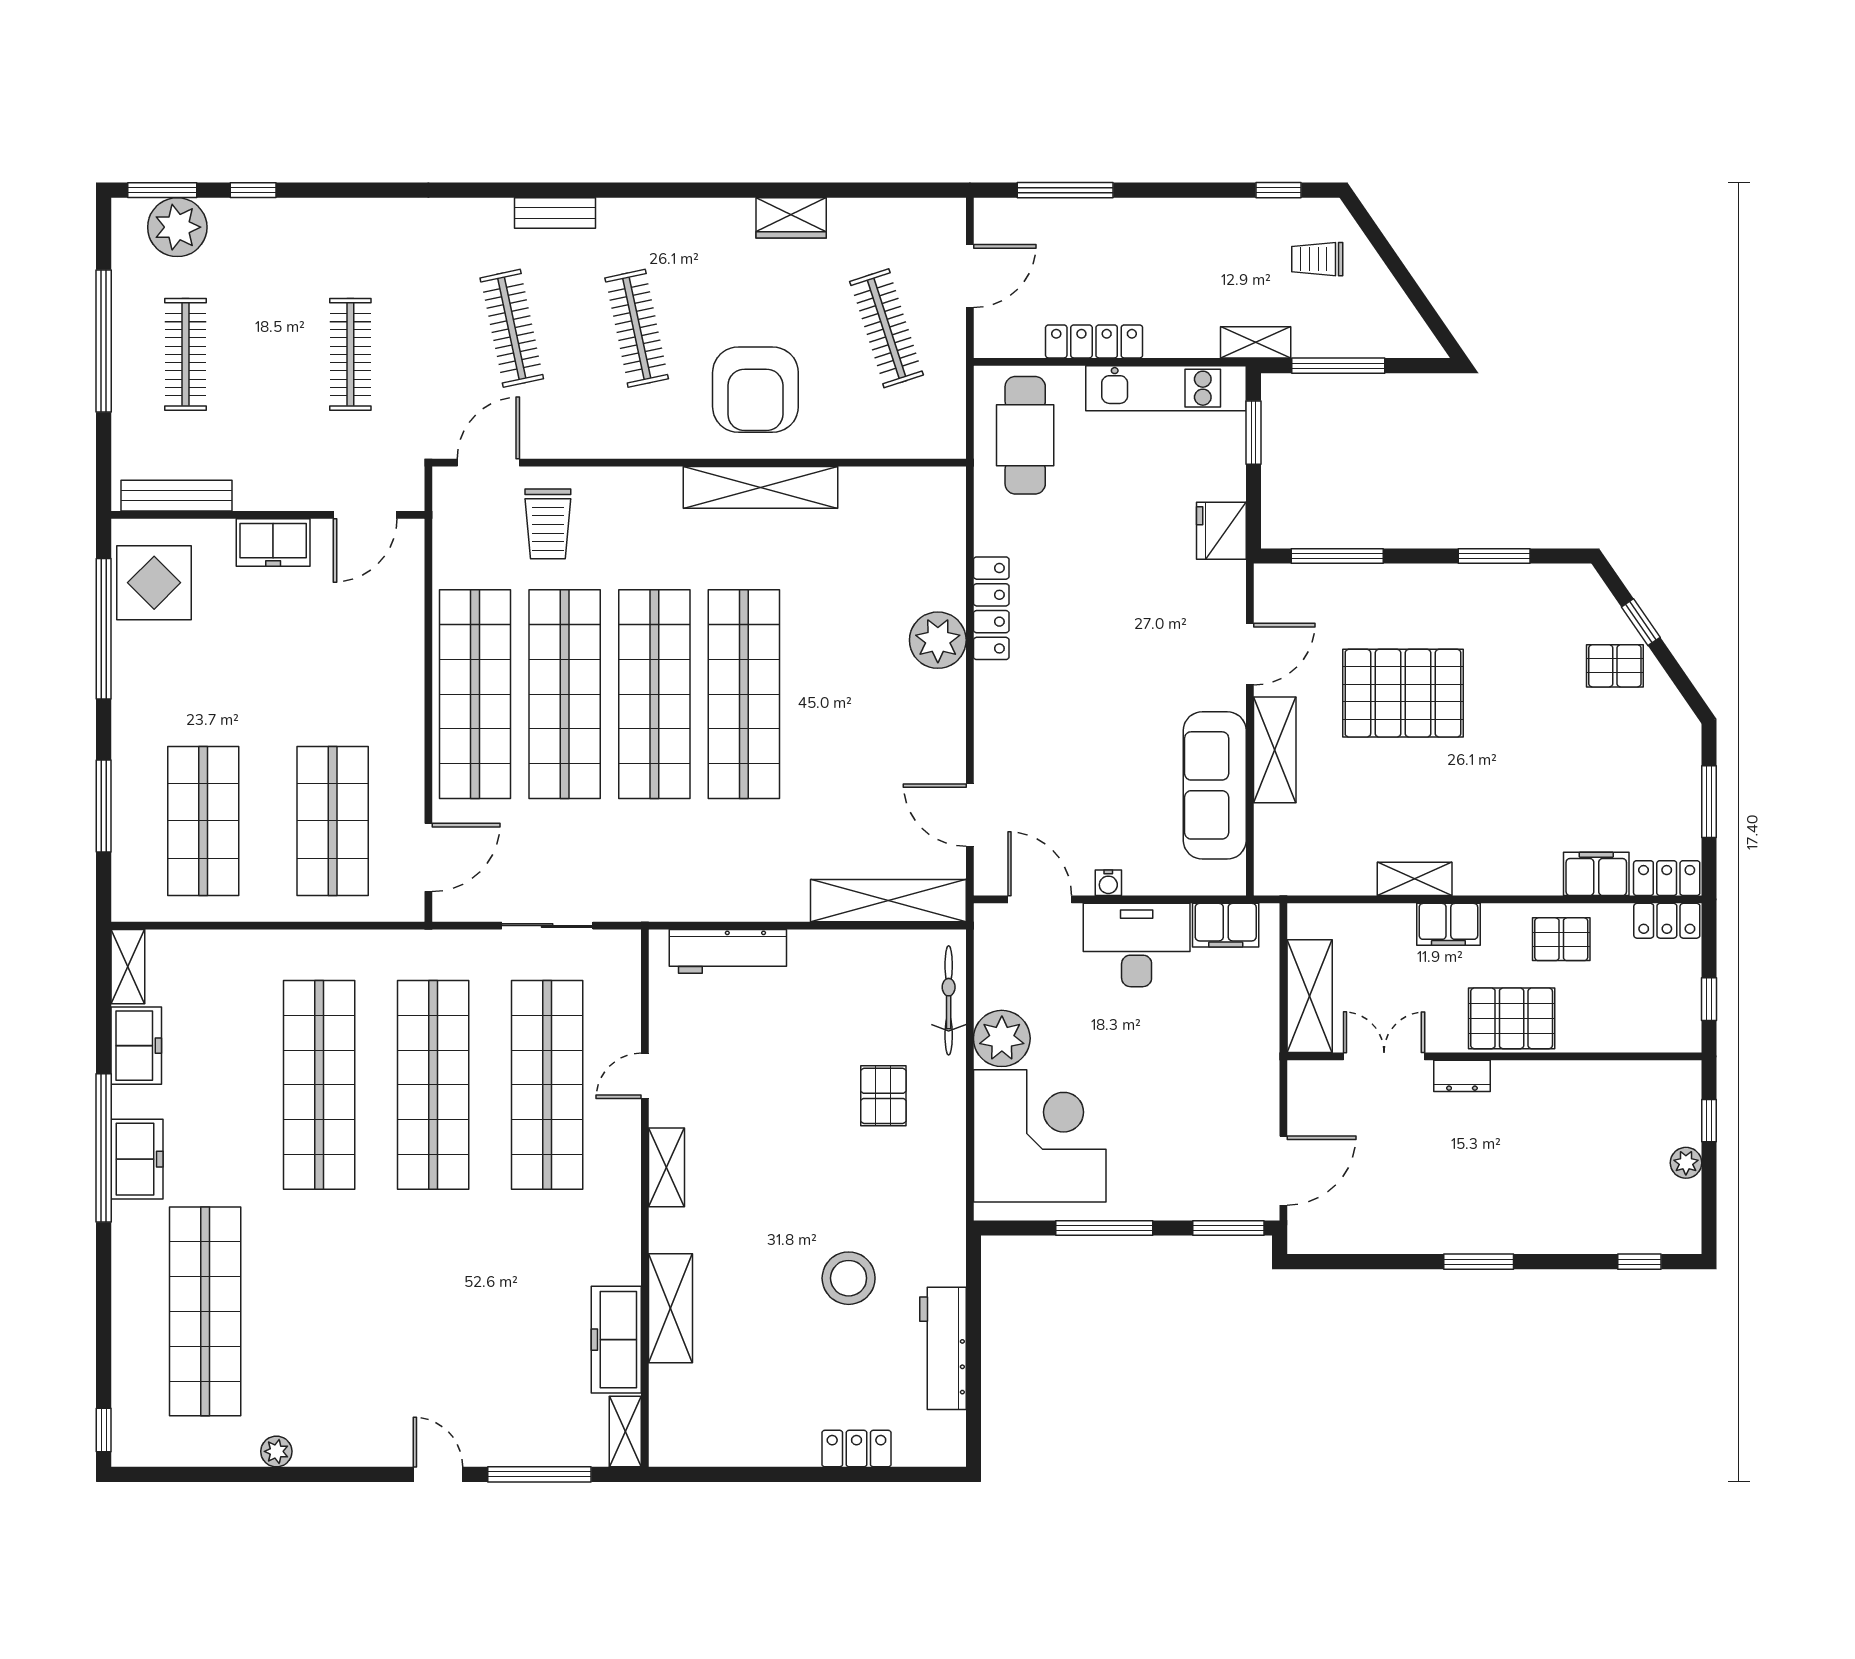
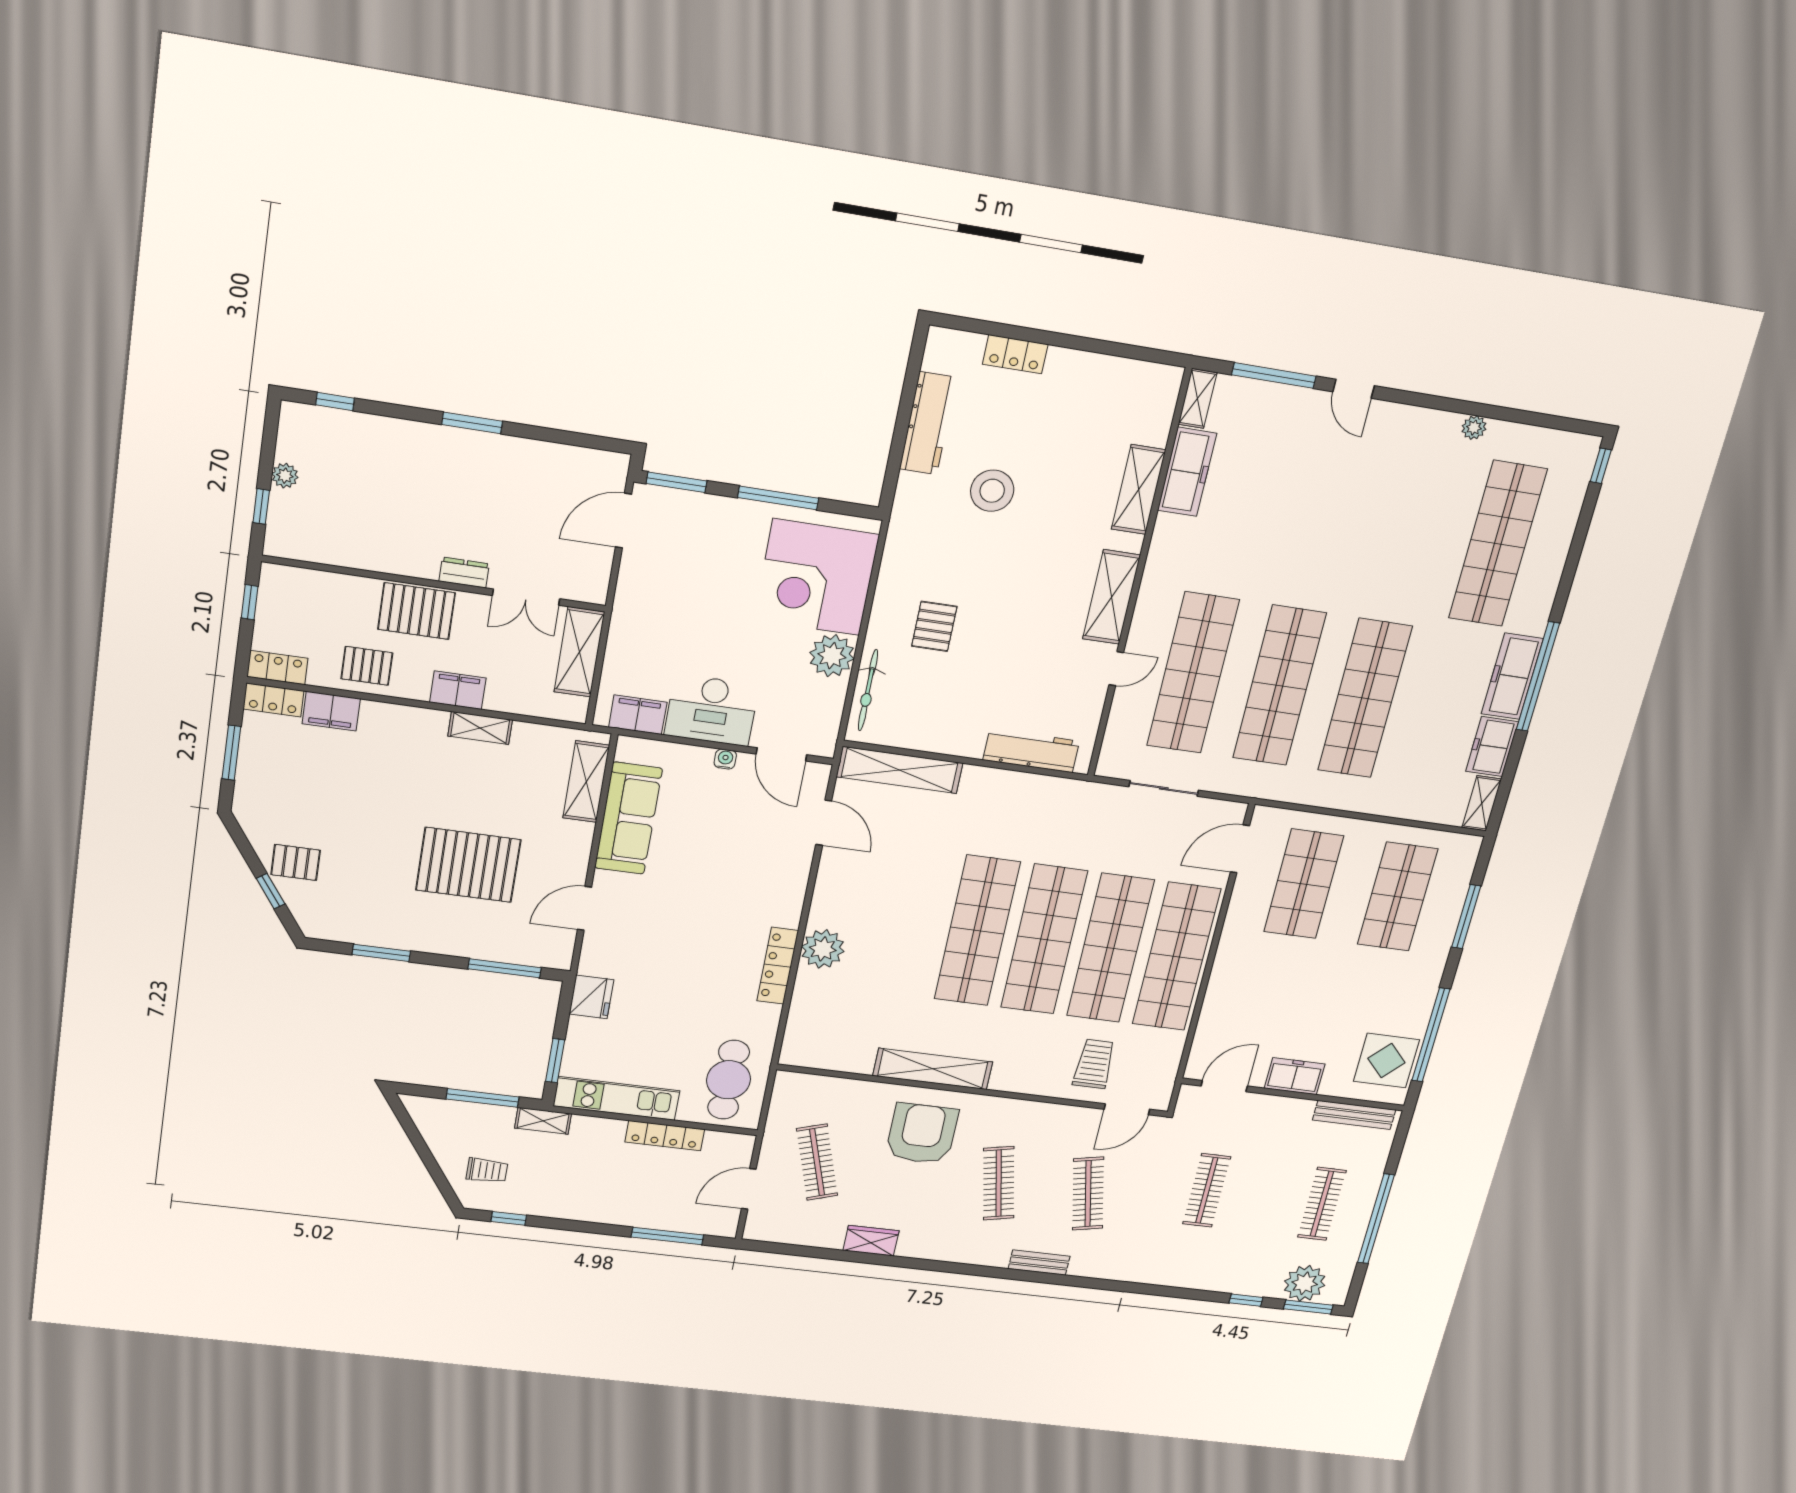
shelving: (1275, 750) -> (586, 782), moved
freezer: (137, 1159) -> (1512, 676), width x1.40
shelving: (666, 1167) -> (1111, 597), width x1.50, depth x1.33

